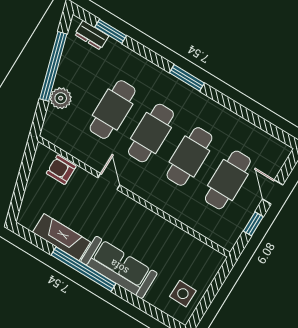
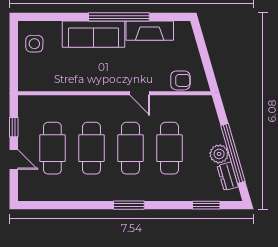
dresser: (92, 35) -> (228, 176), moved, turned -106
plant: (61, 98) -> (219, 154), moved

